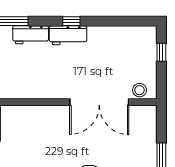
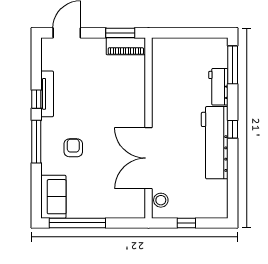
workbench: (68, 35) -> (215, 143), width x1.88, depth x1.32
window: (161, 52) -> (186, 223), moved

